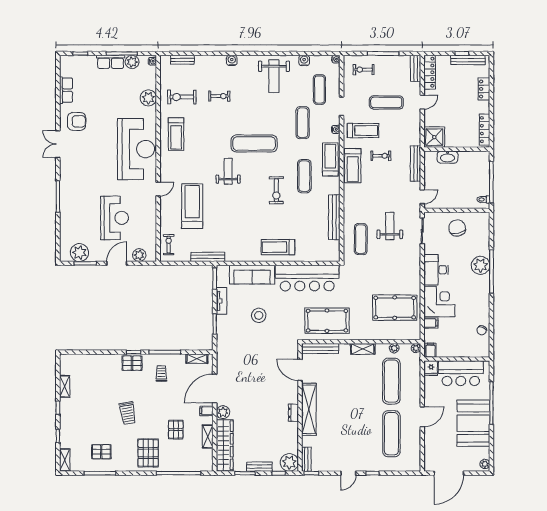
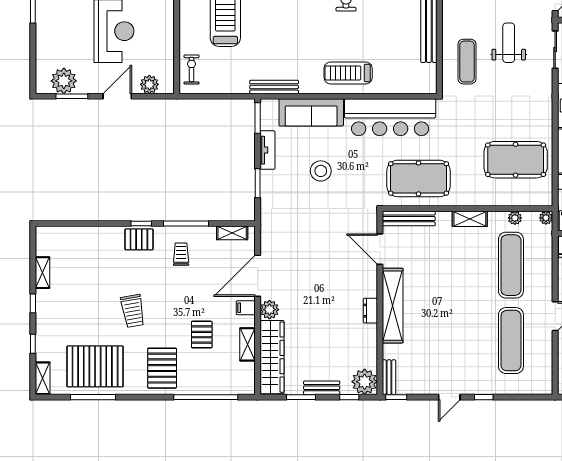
bench: (208, 257) -> (274, 87), moved
pallet: (101, 452) -> (95, 366), width x2.05, depth x2.00

